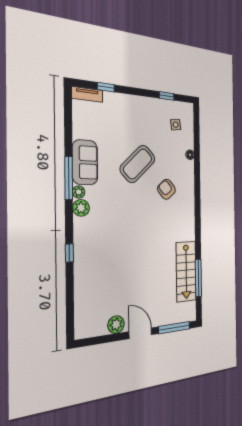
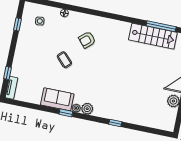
coffee table: (138, 164) -> (64, 60), width x0.54, depth x0.58
window: (69, 178) -> (66, 113), width x0.46

